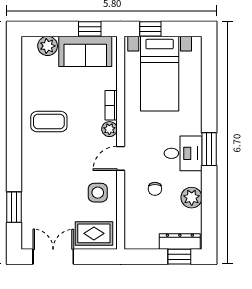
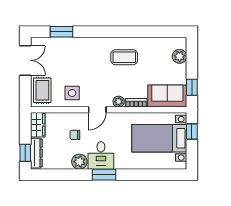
sofa: (85, 51) -> (167, 96), moved, turned 90
coffee table: (49, 122) -> (124, 57), turned 90
door: (121, 158) -> (97, 110), swing flipped
plant: (192, 198) -> (79, 162), moved
wardrobe: (141, 240) -> (38, 125), added

